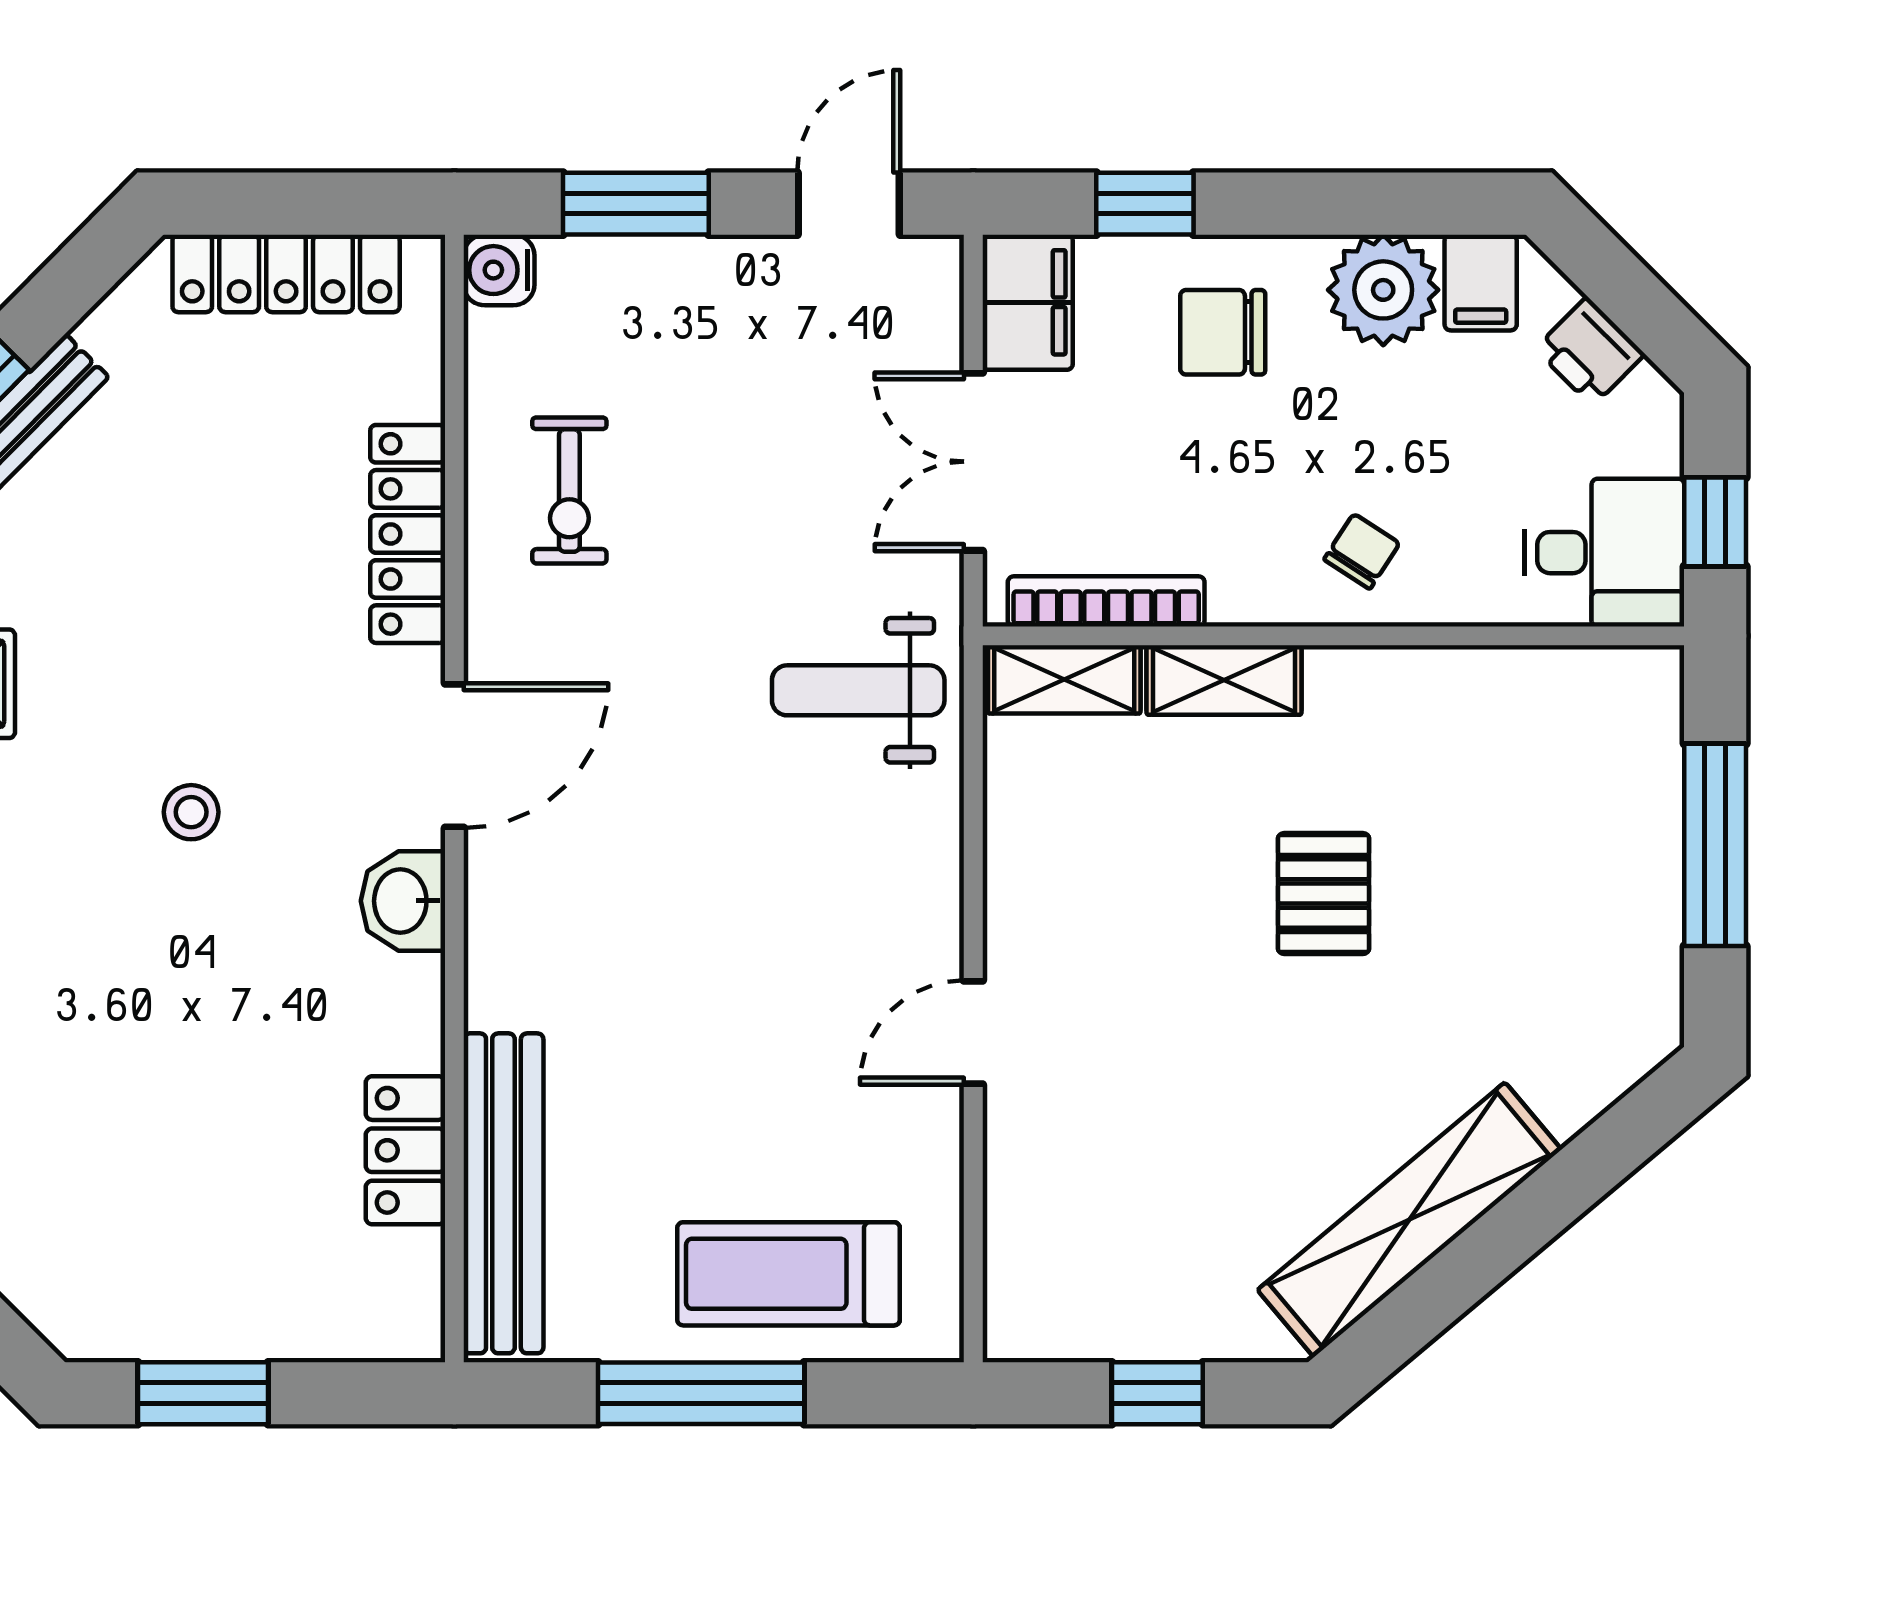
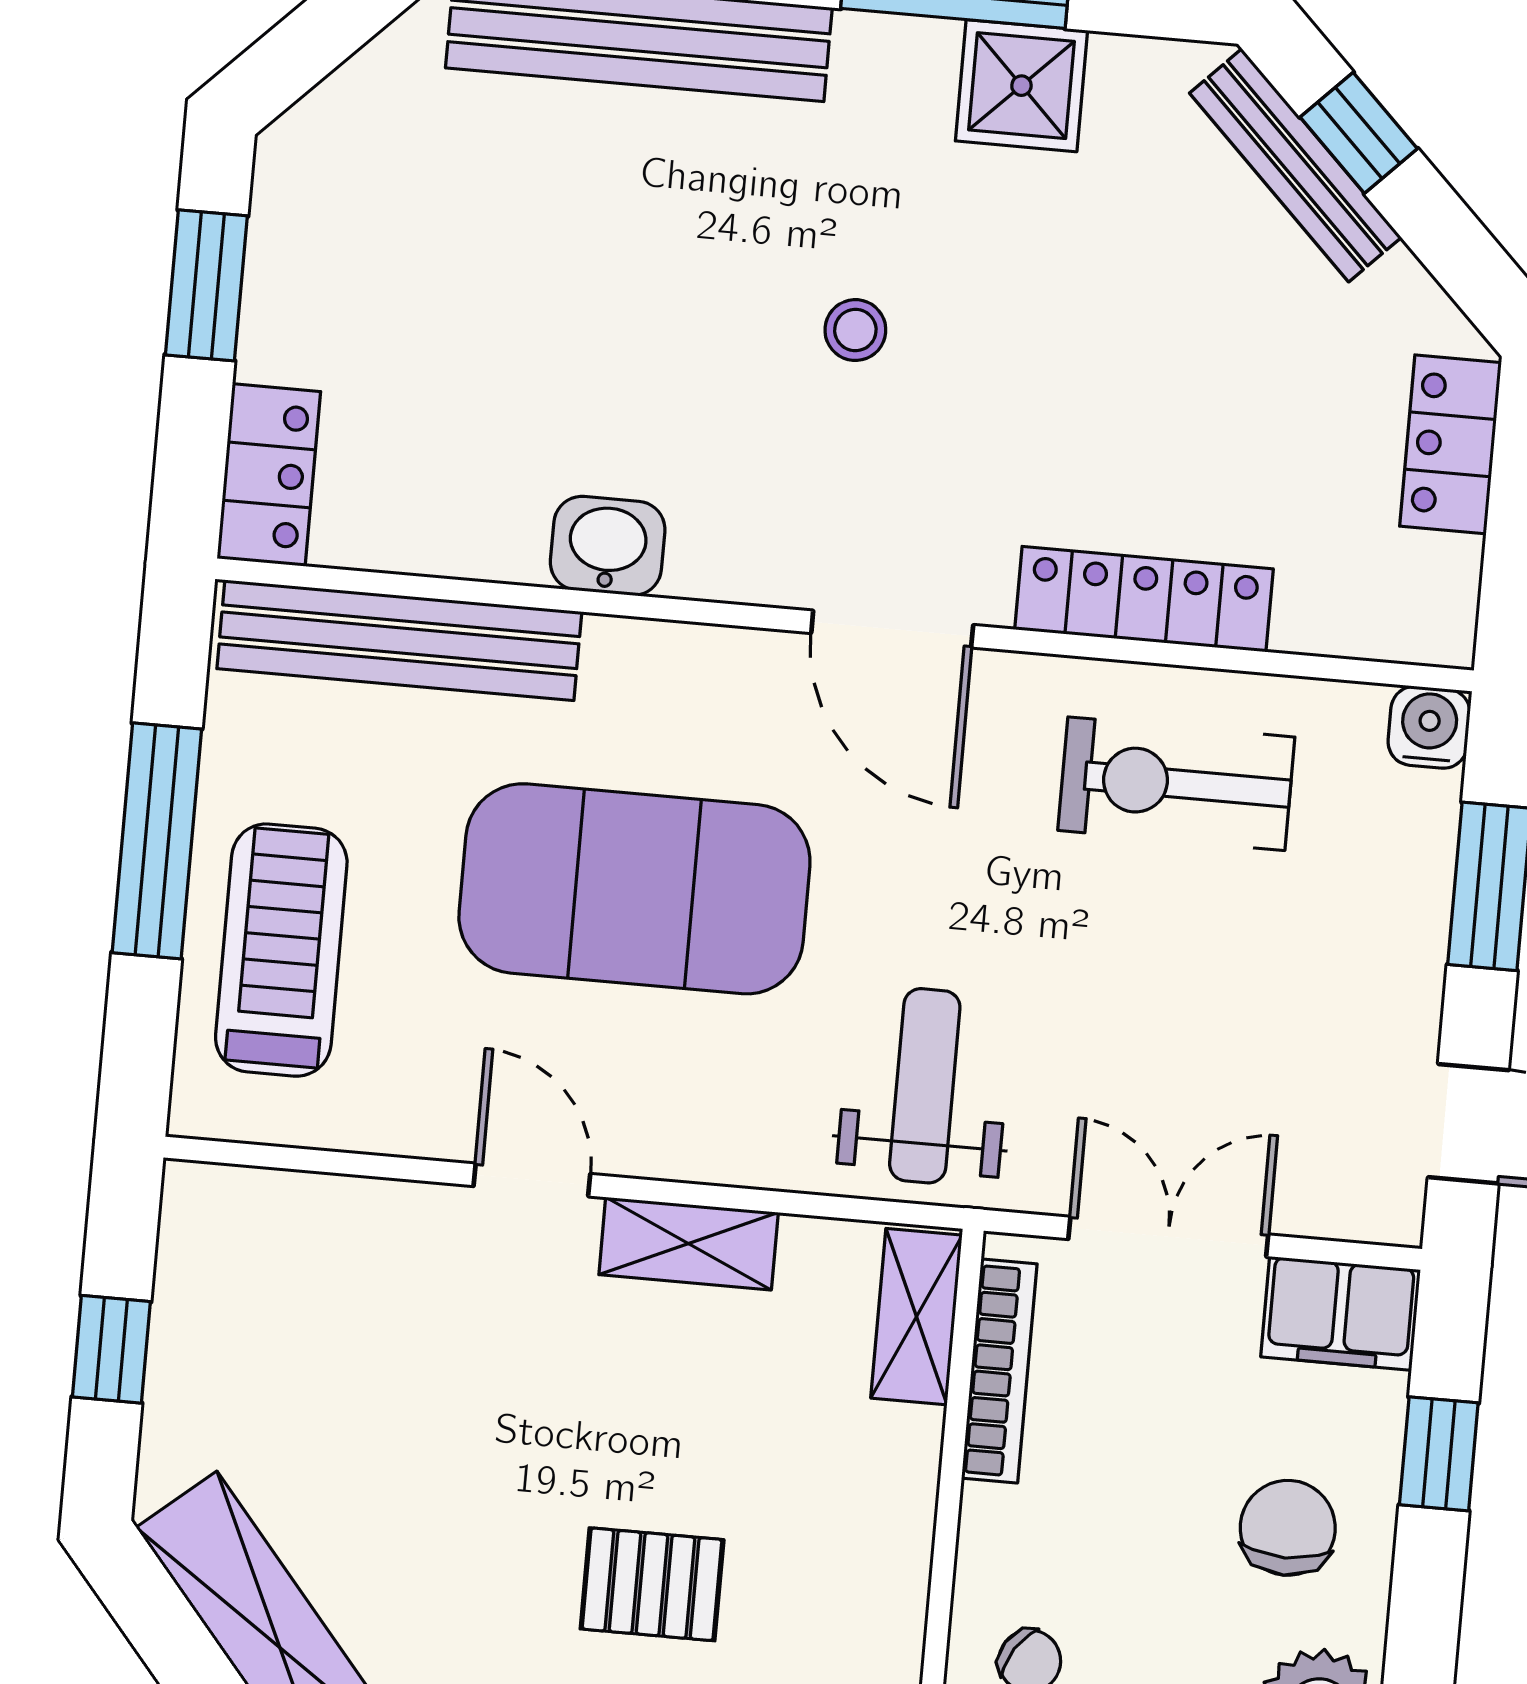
locker: (286, 273) -> (1450, 444), width x0.66
exercise bike: (569, 490) -> (1176, 784), width x1.38, depth x1.39
shelving: (1224, 680) -> (689, 1244), moved, turned 90
washbasin: (403, 901) -> (608, 546), moved
exercise mat: (706, 964) -> (634, 889), added
locker: (405, 1150) -> (269, 475), moved, turned 90

